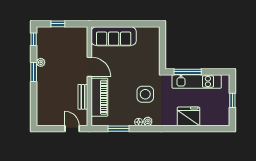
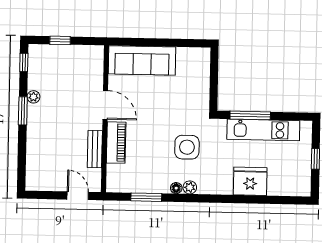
piano: (99, 97) -> (116, 143), width x0.73, depth x0.75

